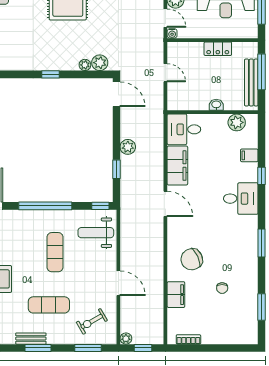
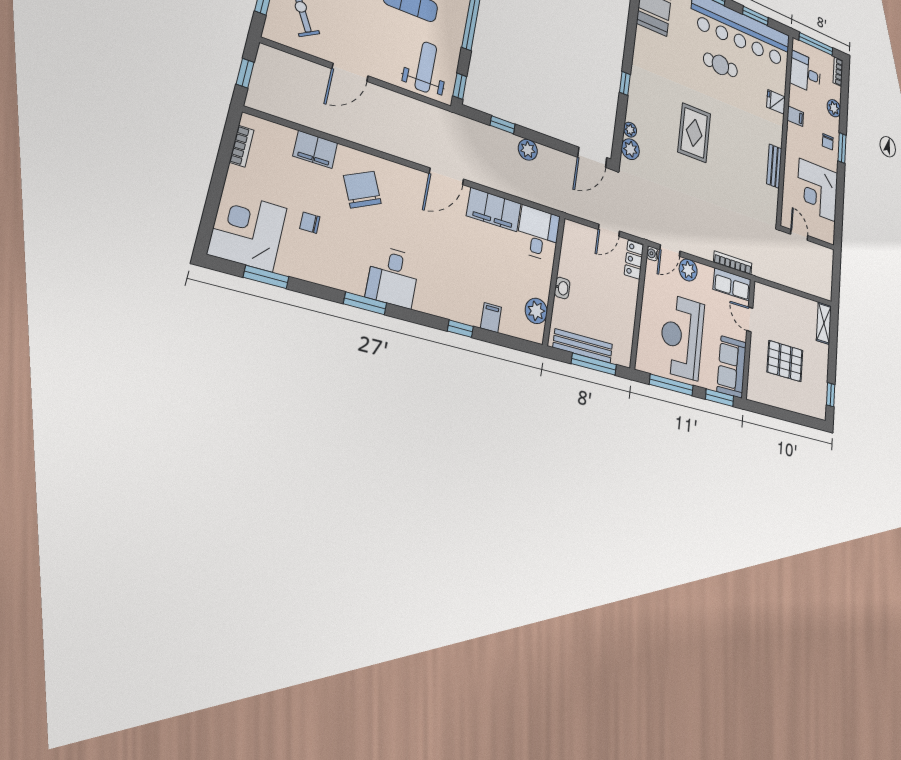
locker: (218, 49) -> (634, 260), moved
desk: (241, 199) -> (393, 277), moved
corner desk: (238, 324) -> (248, 231), added
plant: (126, 339) -> (266, 54), removed

